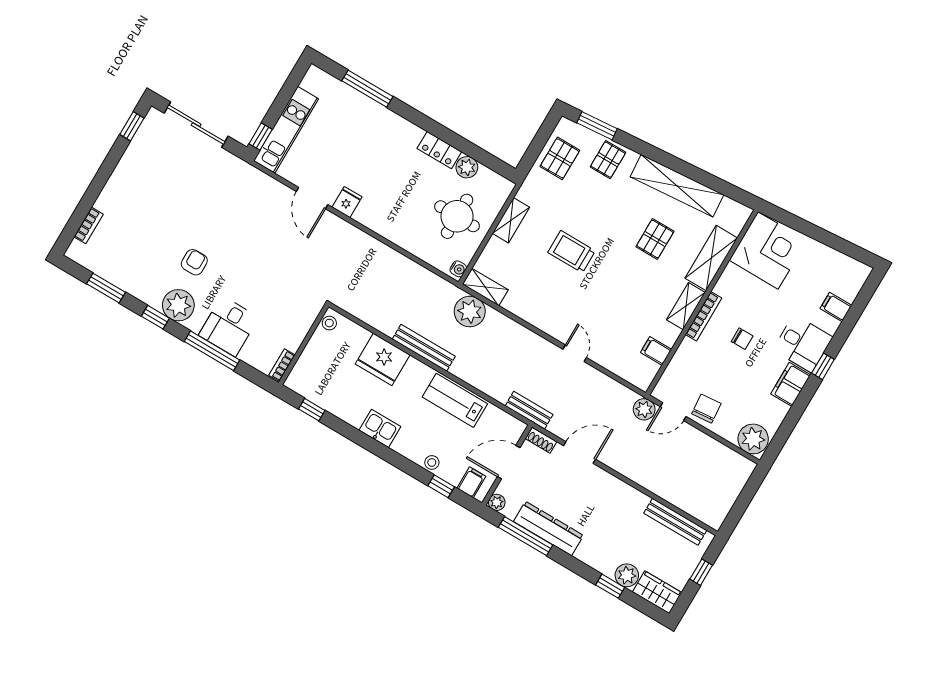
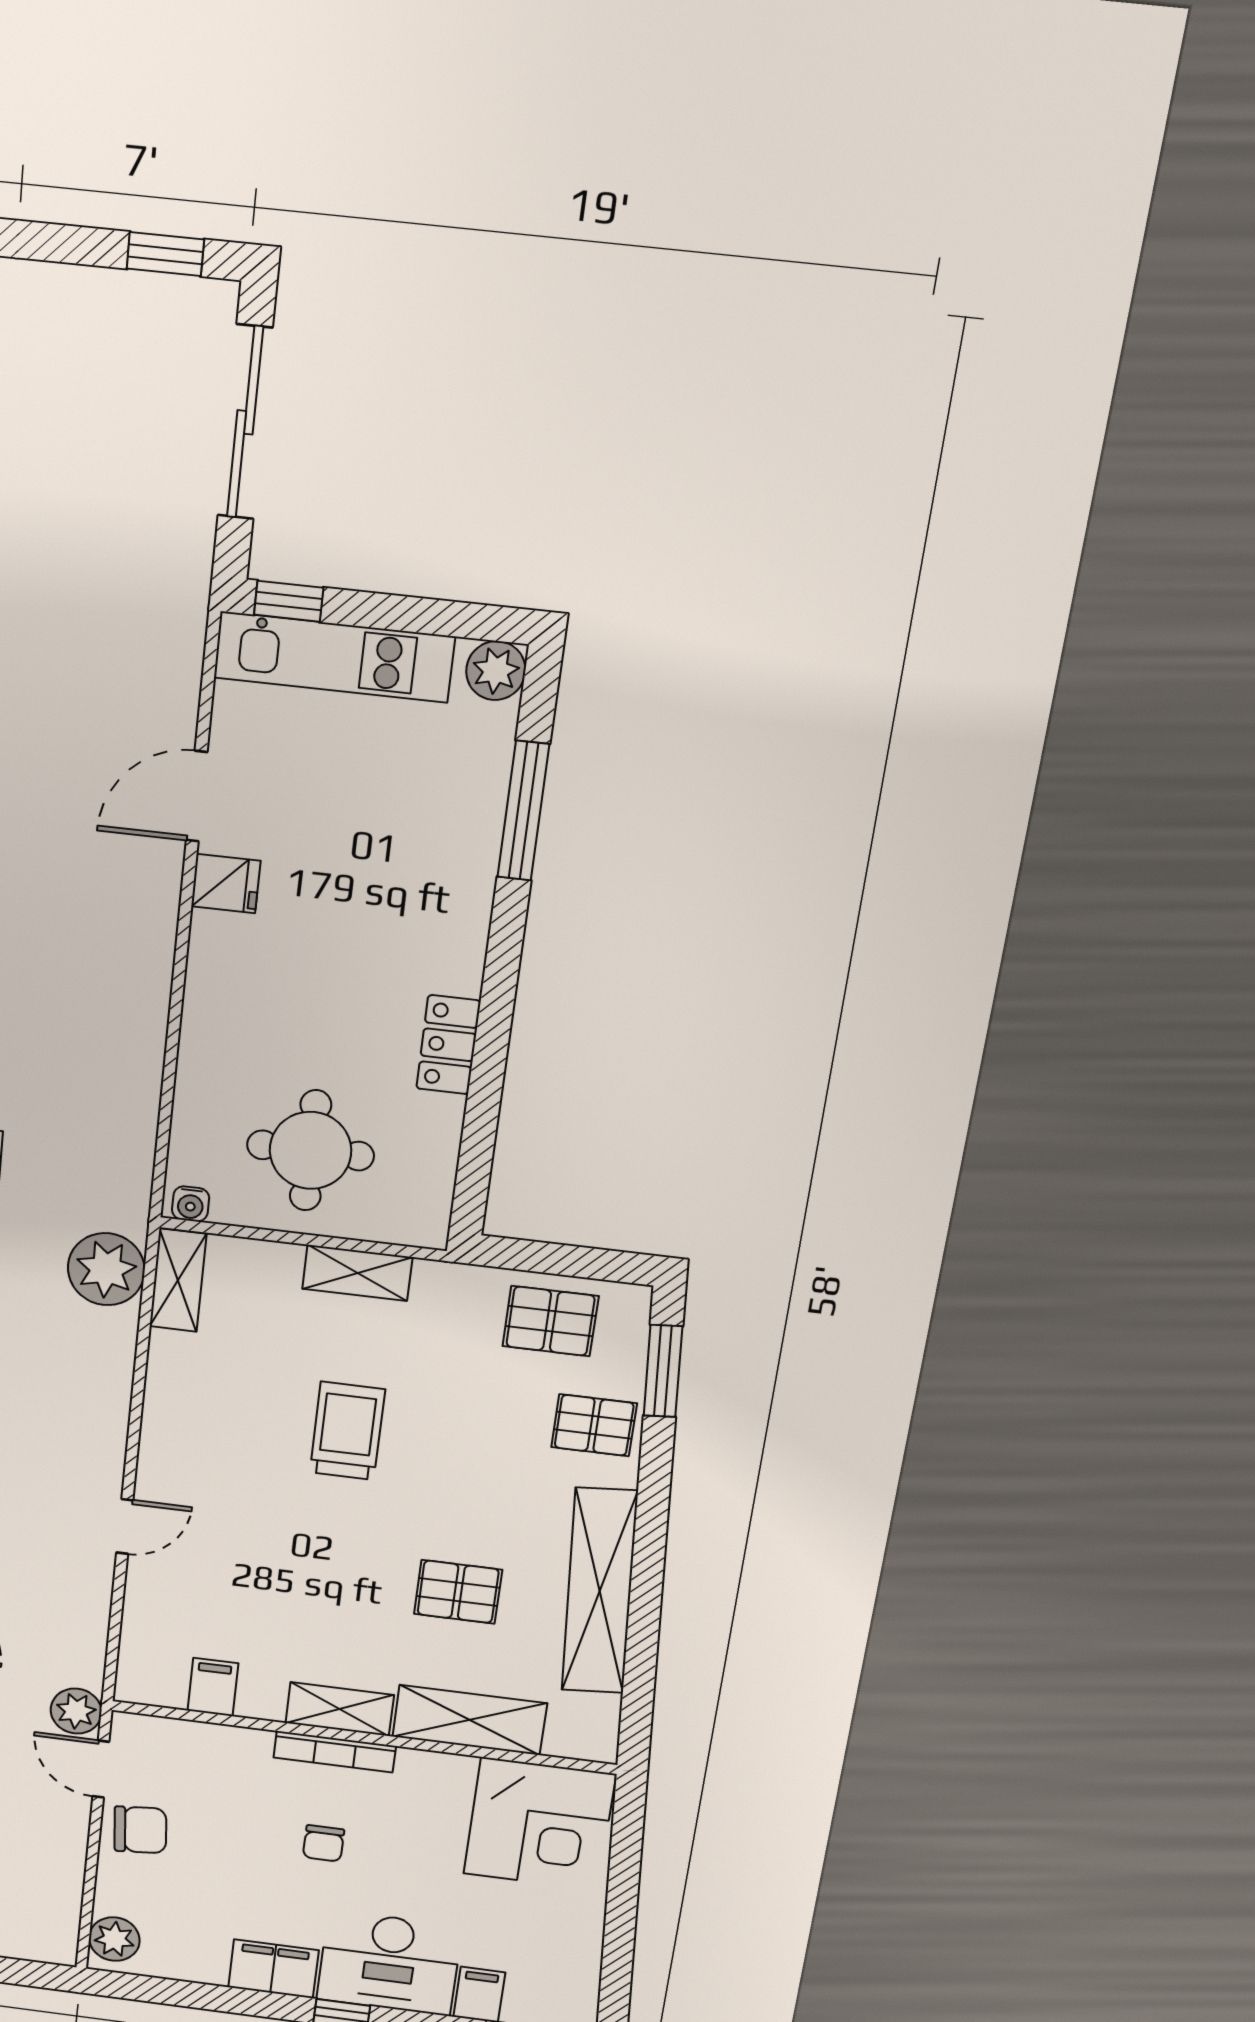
plant: (467, 167) -> (496, 671), moved
desk: (803, 343) -> (389, 1963), width x1.37
plant: (753, 439) -> (114, 1939), width x0.73, depth x0.73

